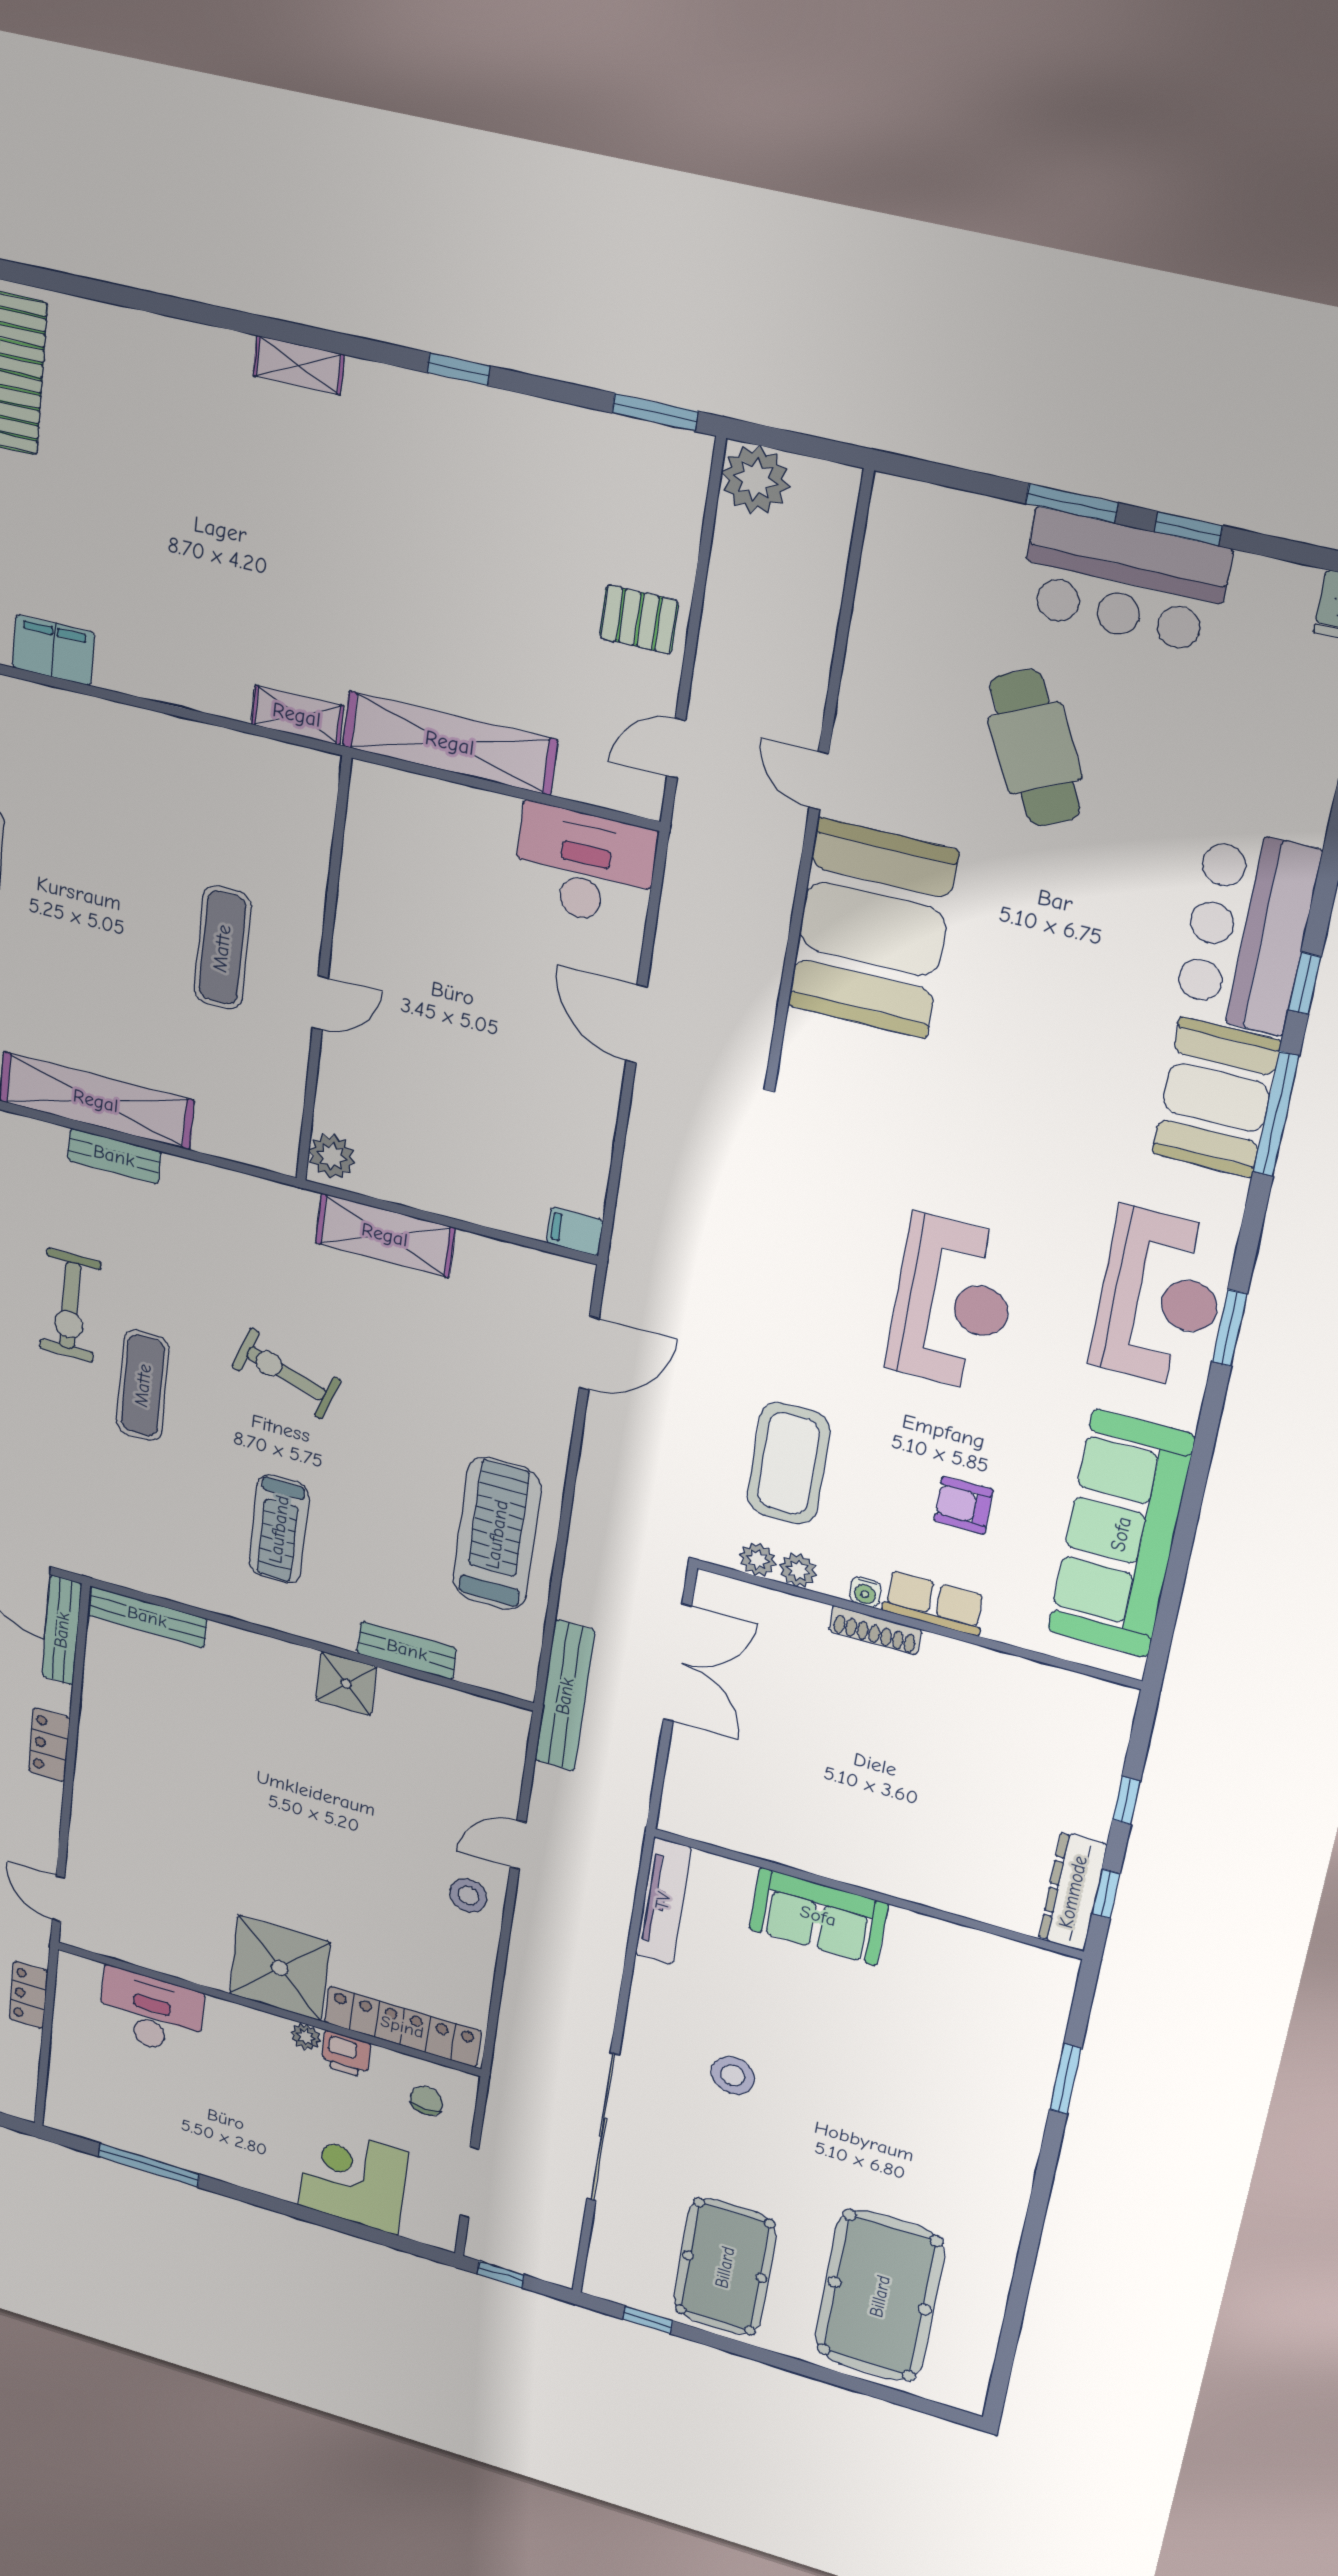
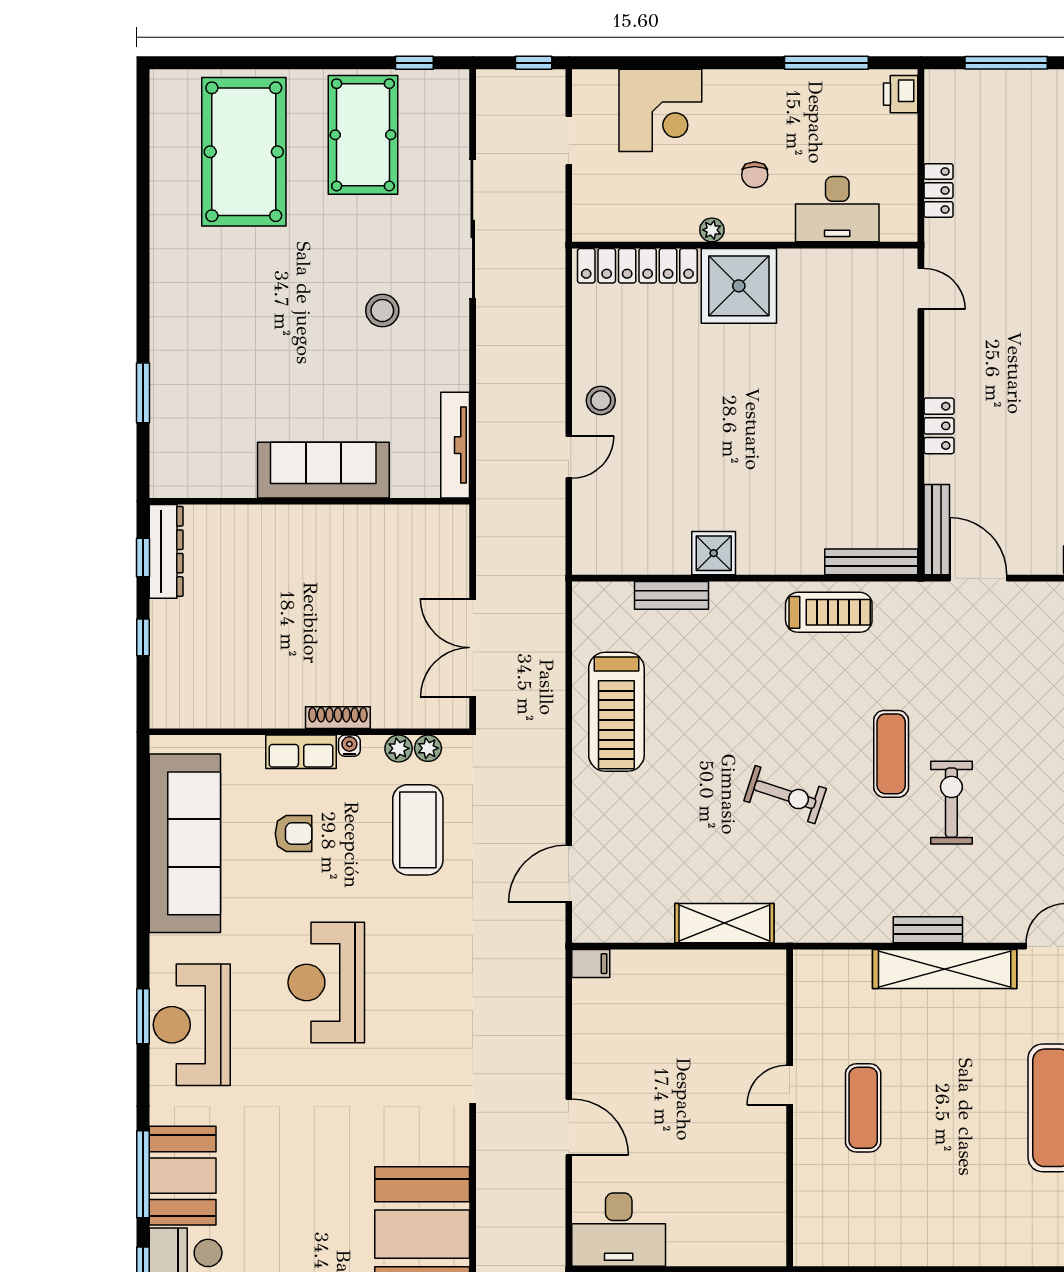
plant: (332, 1156) -> (769, 973), removed
treadmill: (279, 1529) -> (829, 612), moved, turned 90
bench: (565, 1696) -> (550, 595), removed
sofa: (818, 1916) -> (323, 470), width x1.36
printer: (346, 2054) -> (901, 94), moved, turned -90
chair: (426, 2101) -> (755, 175), moved
doorway: (469, 2182) -> (569, 141), width x0.73

